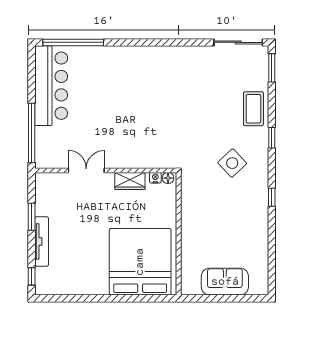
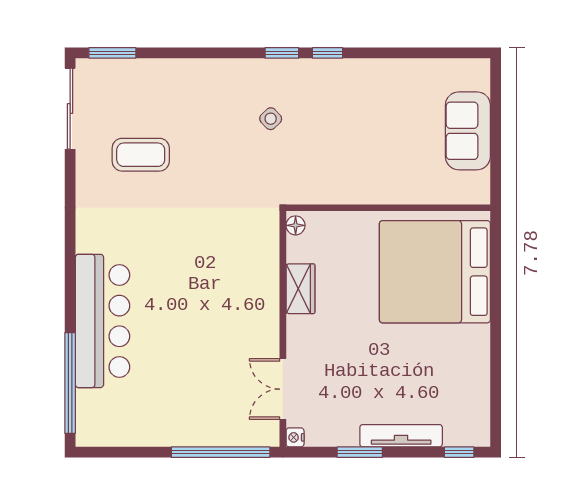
bar counter: (51, 86) -> (102, 321), moved, turned 90
coffee table: (253, 109) -> (141, 155), moved
window: (272, 138) -> (282, 53), moved
side table: (232, 163) -> (271, 119), width x0.54, depth x0.54
double door: (86, 170) -> (283, 389), moved
nightstand: (155, 178) -> (295, 437), moved

